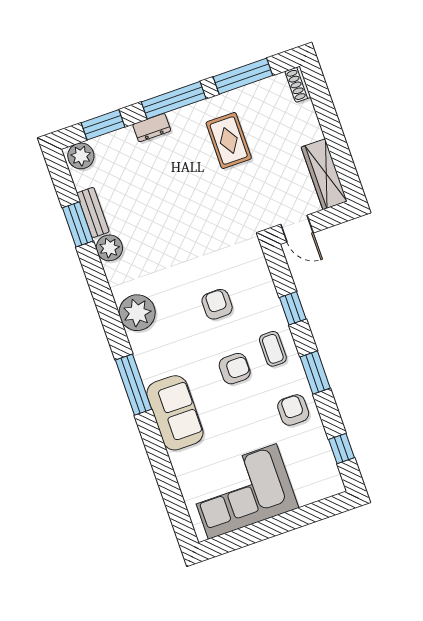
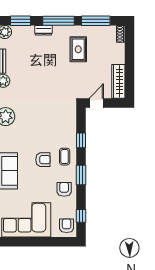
door: (297, 229) -> (96, 103), swing flipped
armchair: (217, 304) -> (67, 226), moved

